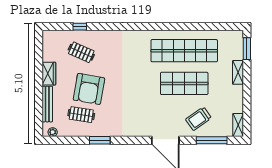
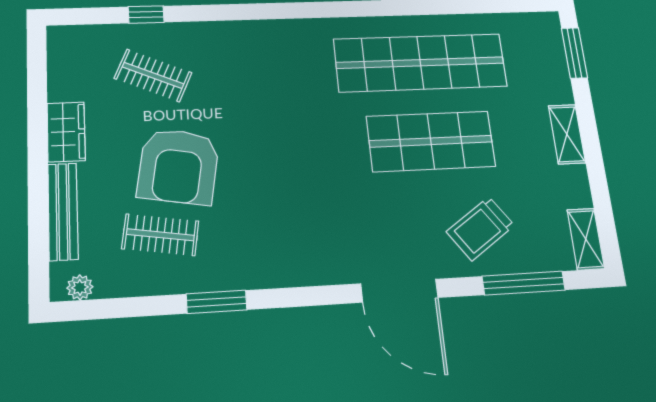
shelving: (238, 72) -> (567, 134), moved

